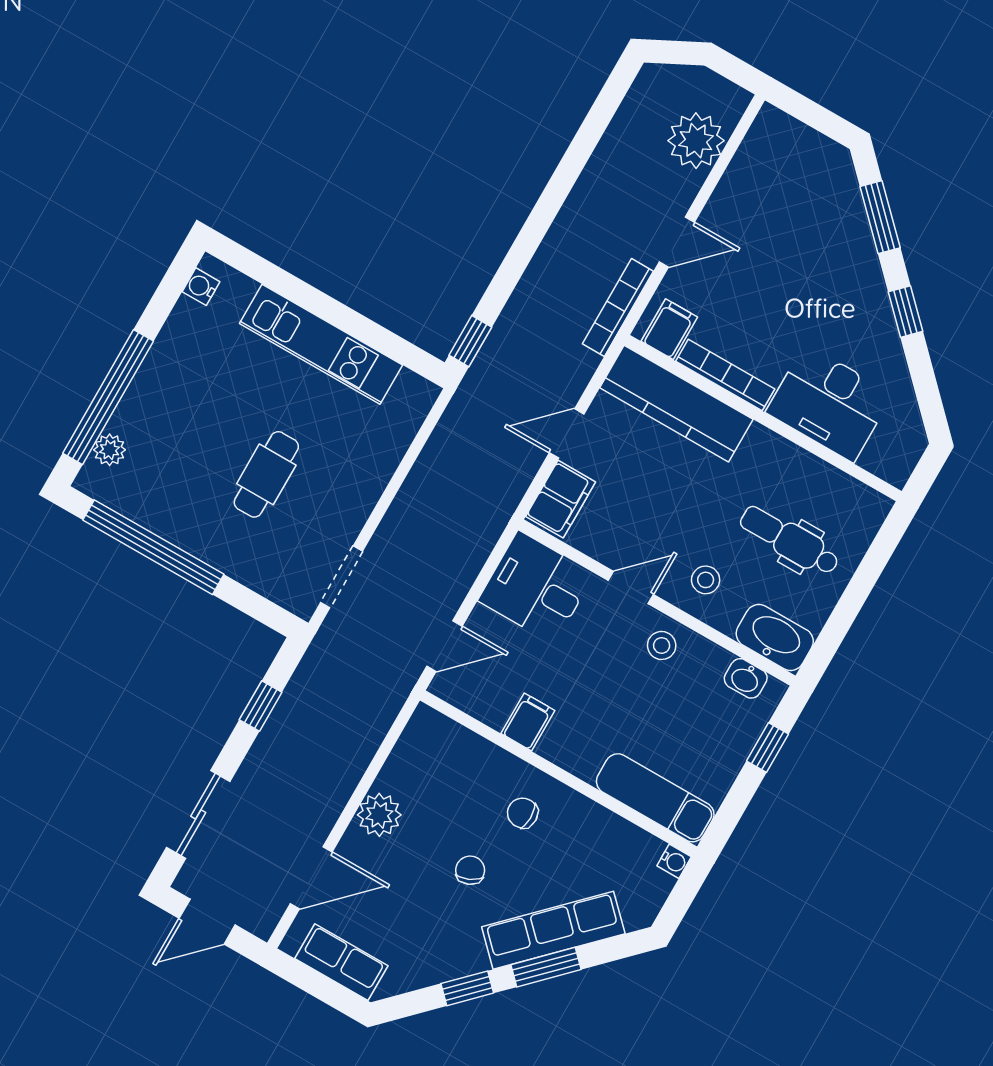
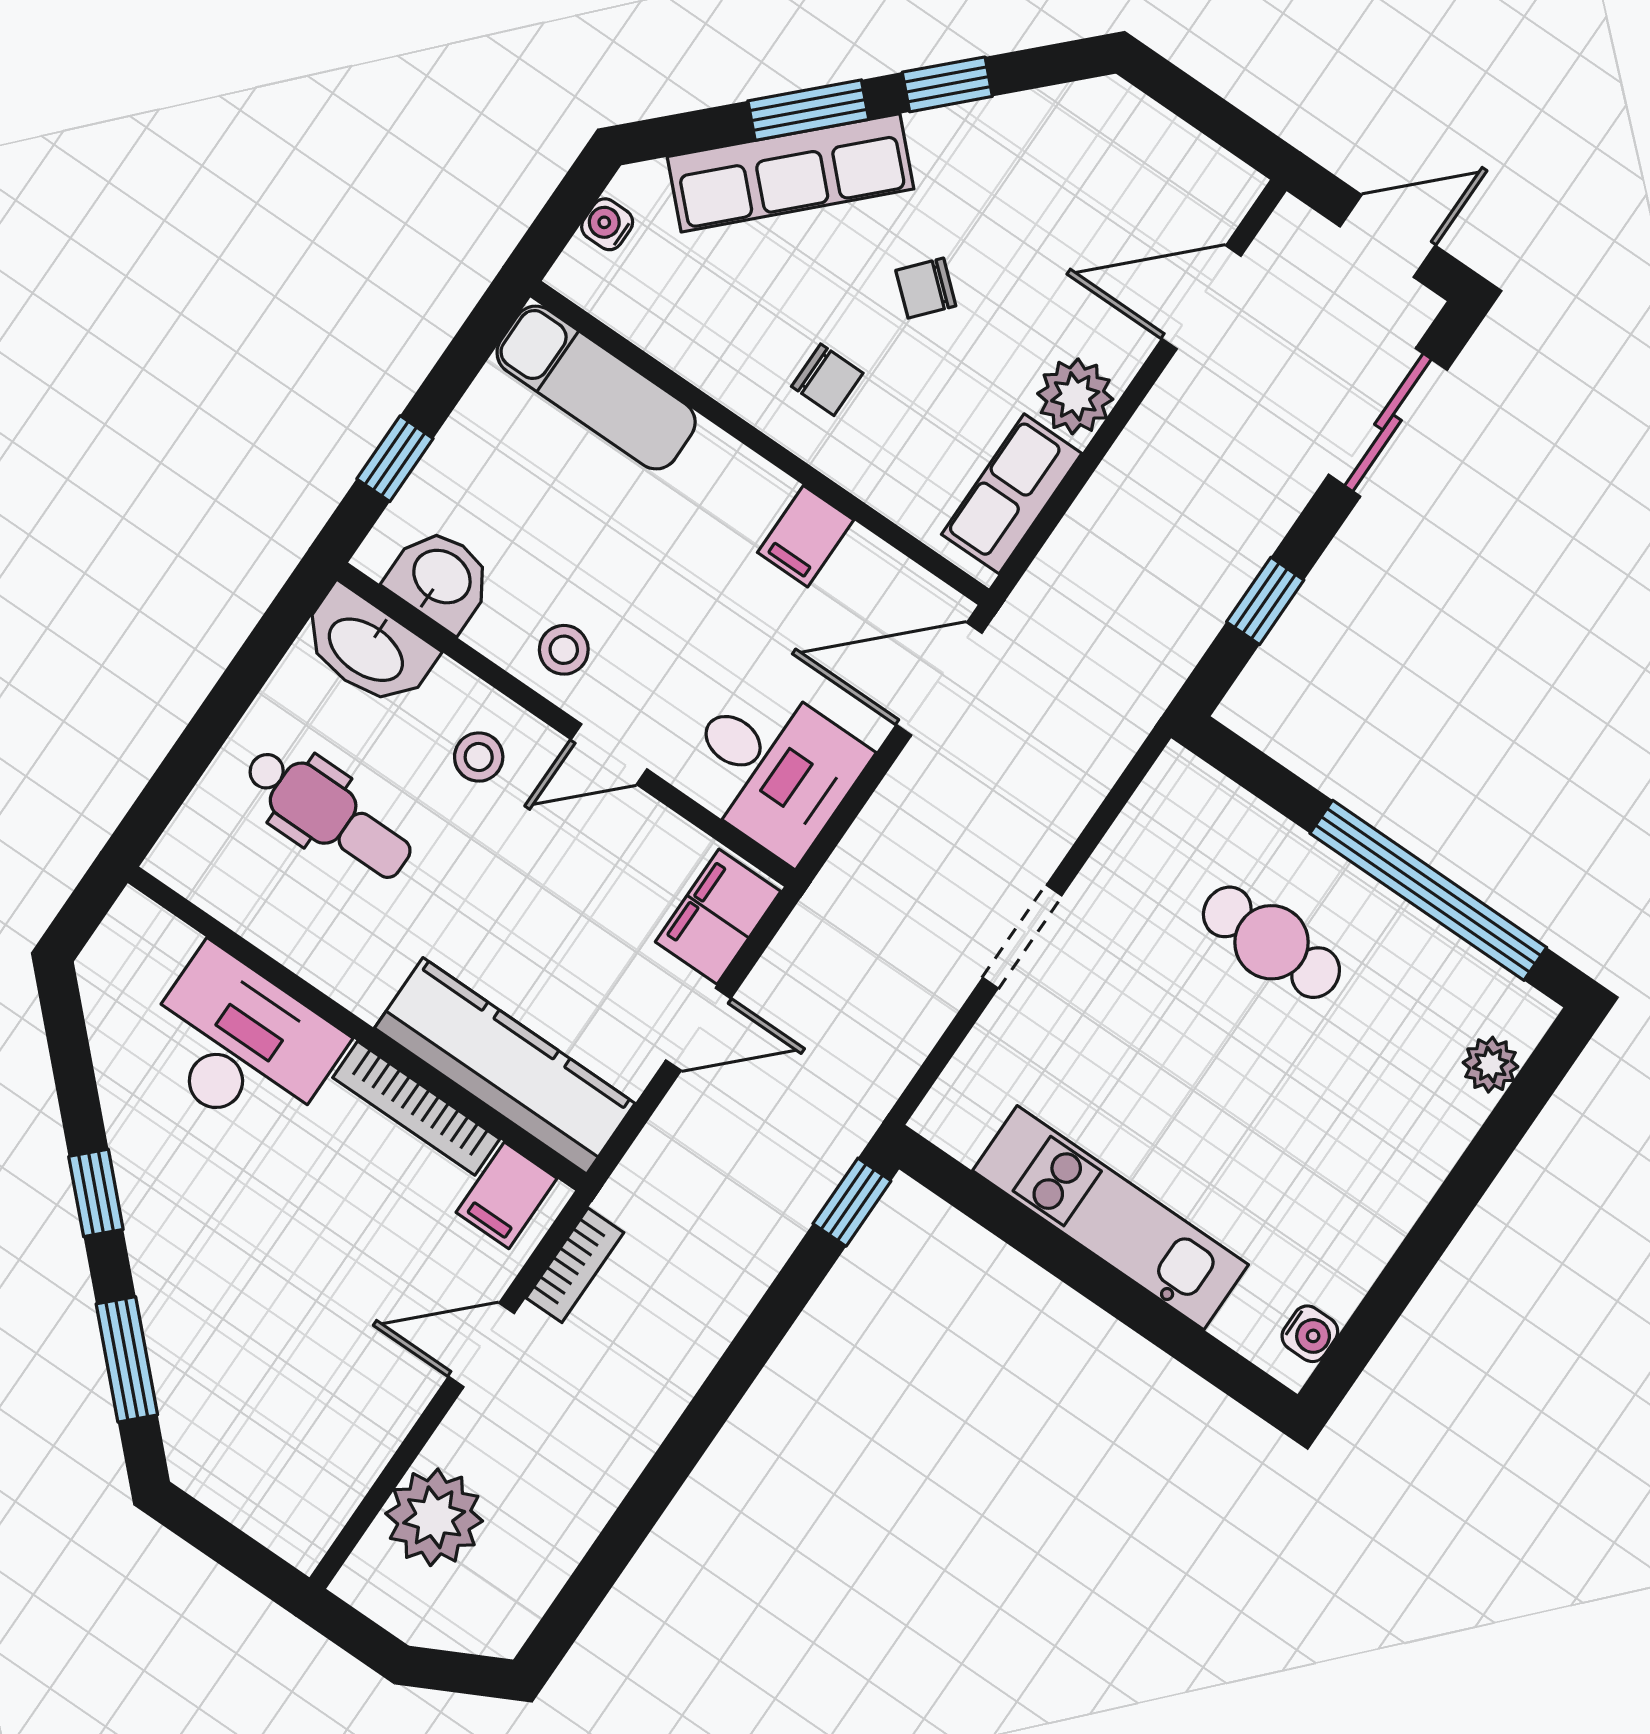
bookcase: (618, 307) -> (575, 1265), width x0.64
window: (108, 397) -> (1486, 1156), removed
cafe table: (266, 474) -> (1271, 942), moved, turned 90
doorway: (342, 577) -> (1022, 937), moved
door: (444, 646) -> (939, 679), width x1.38
washbasin: (746, 678) -> (441, 578), width x1.38, depth x1.45
water cooler: (674, 861) -> (607, 224), moved
chair: (470, 870) -> (926, 288), turned 65
row of seats: (341, 962) -> (1012, 494), moved, turned 90

